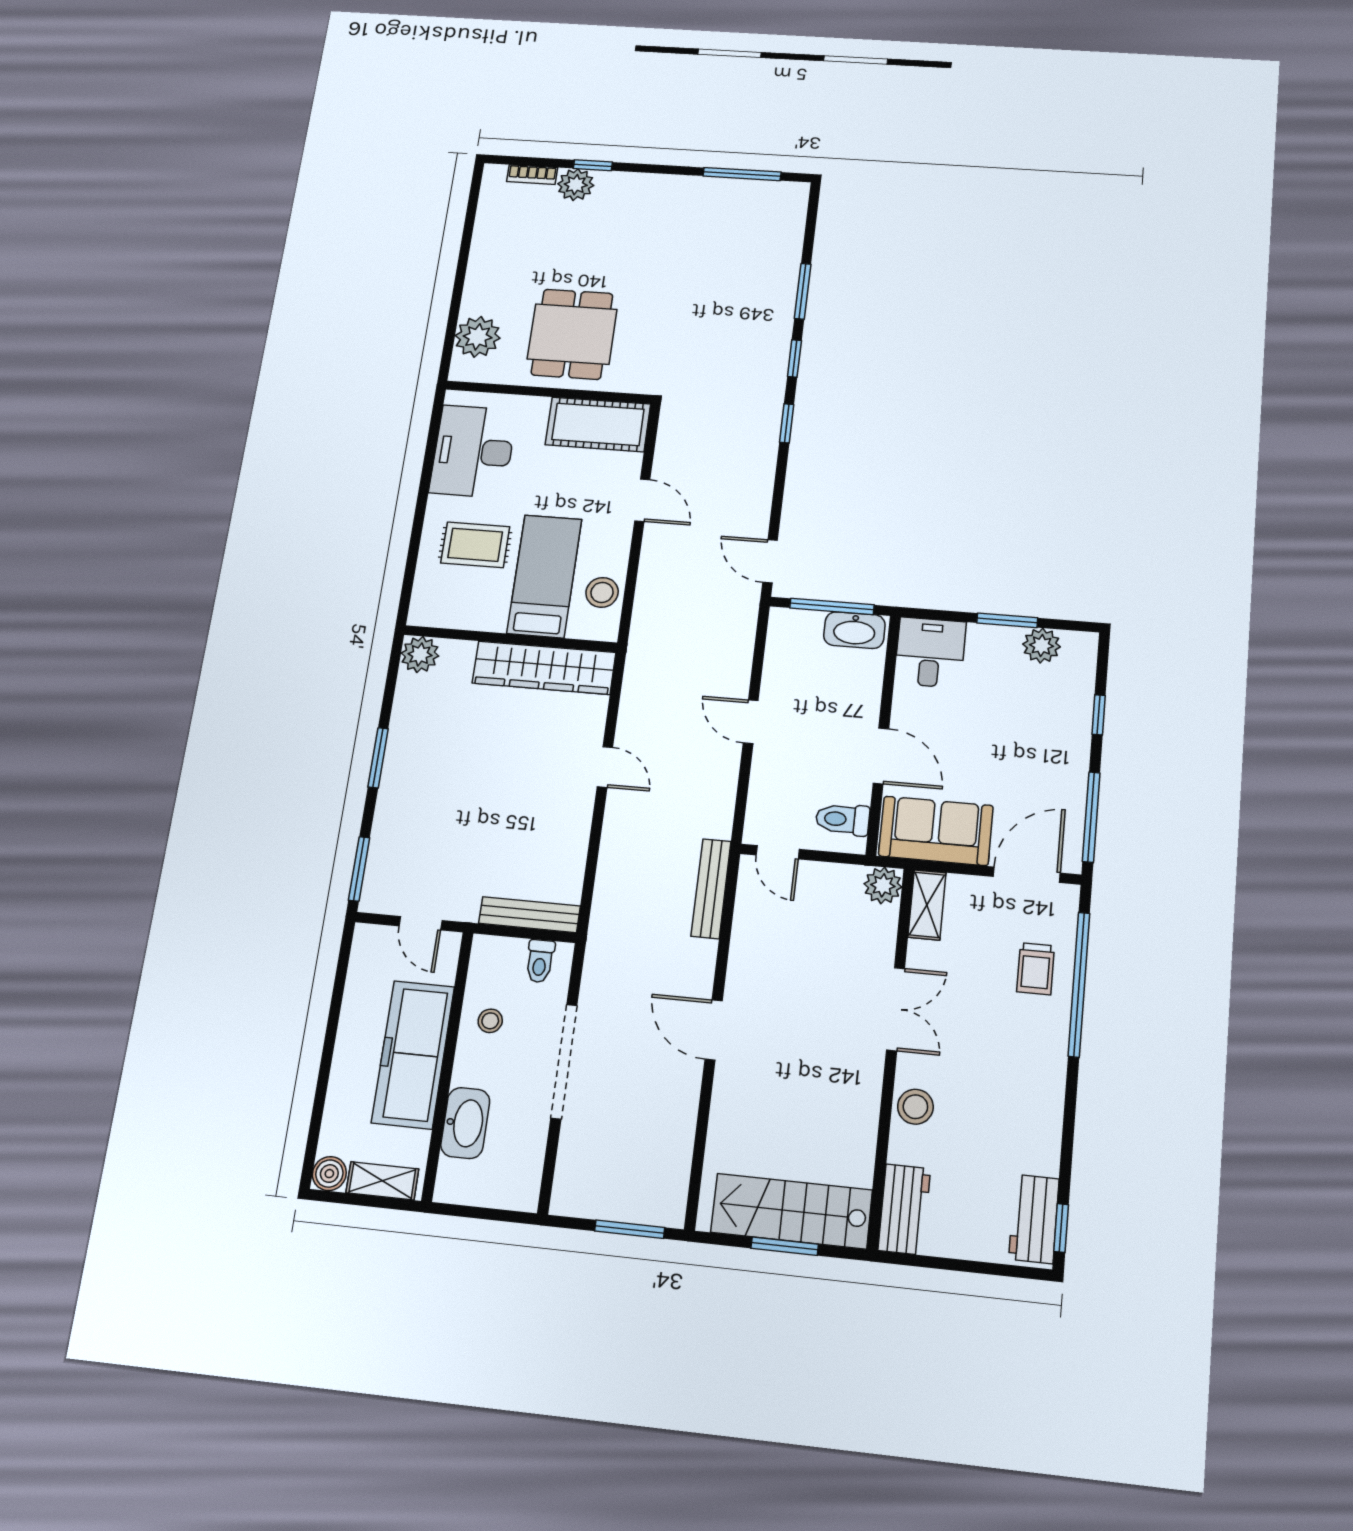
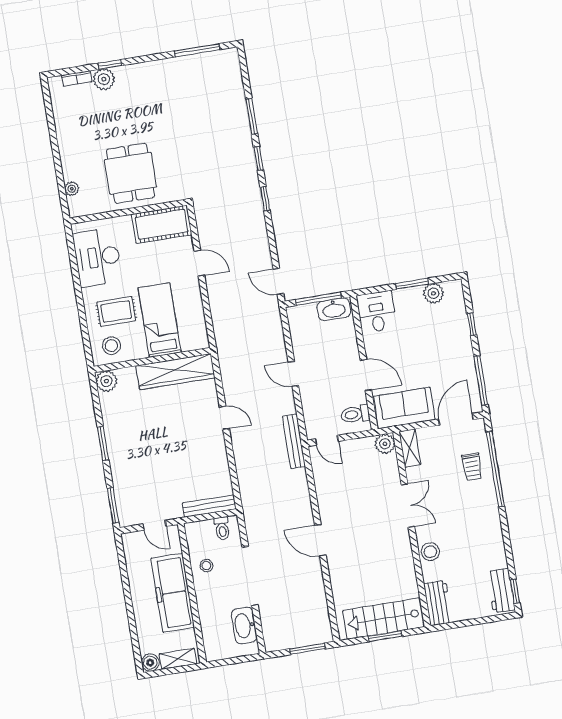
plant: (478, 337) -> (72, 189), width x0.53, depth x0.53
stool: (602, 592) -> (111, 346), moved
bench: (711, 889) -> (294, 441), moved
washbasin: (465, 1123) -> (244, 625), moved, turned 180

